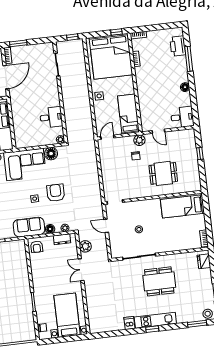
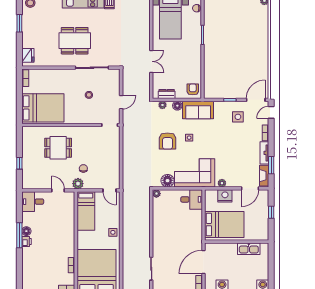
printer: (178, 46) -> (26, 242), moved, width x0.53, depth x0.68
window: (189, 59) -> (19, 235), moved
desk: (51, 117) -> (192, 199), moved, turned 180
door: (107, 137) -> (110, 190), hinge flipped
bed: (182, 206) -> (43, 108), width x1.50
door: (106, 226) -> (121, 102), hinge flipped
plant: (85, 246) -> (144, 84), removed

